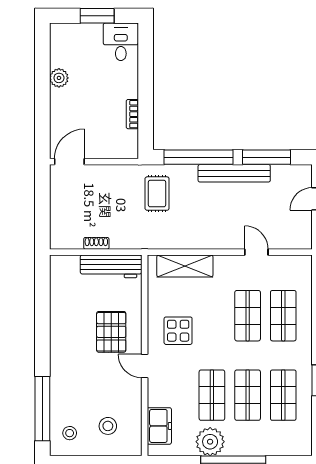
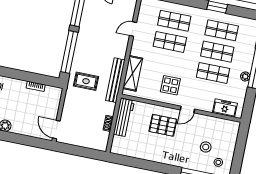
bench: (234, 173) -> (115, 80), moved
stool: (108, 426) -> (206, 147), moved
plant: (210, 442) -> (245, 77), width x0.53, depth x0.53

